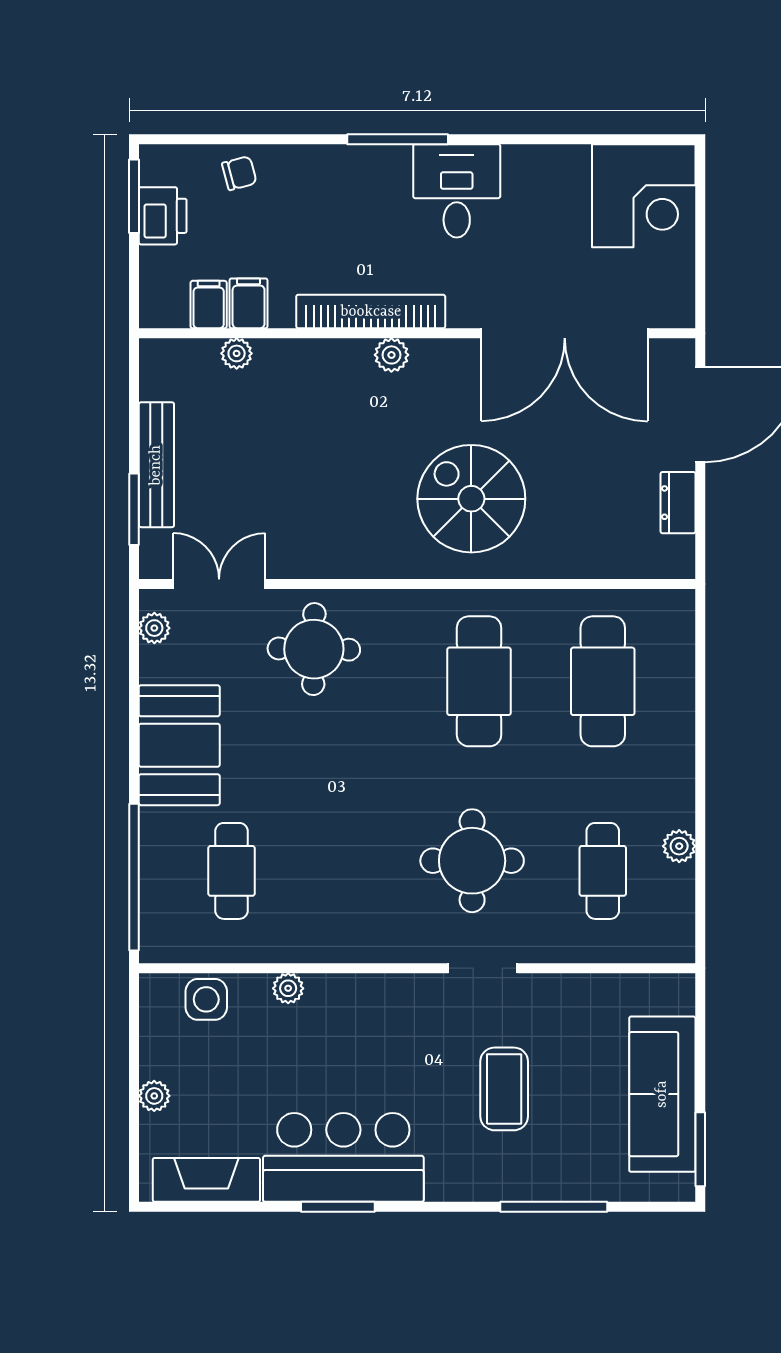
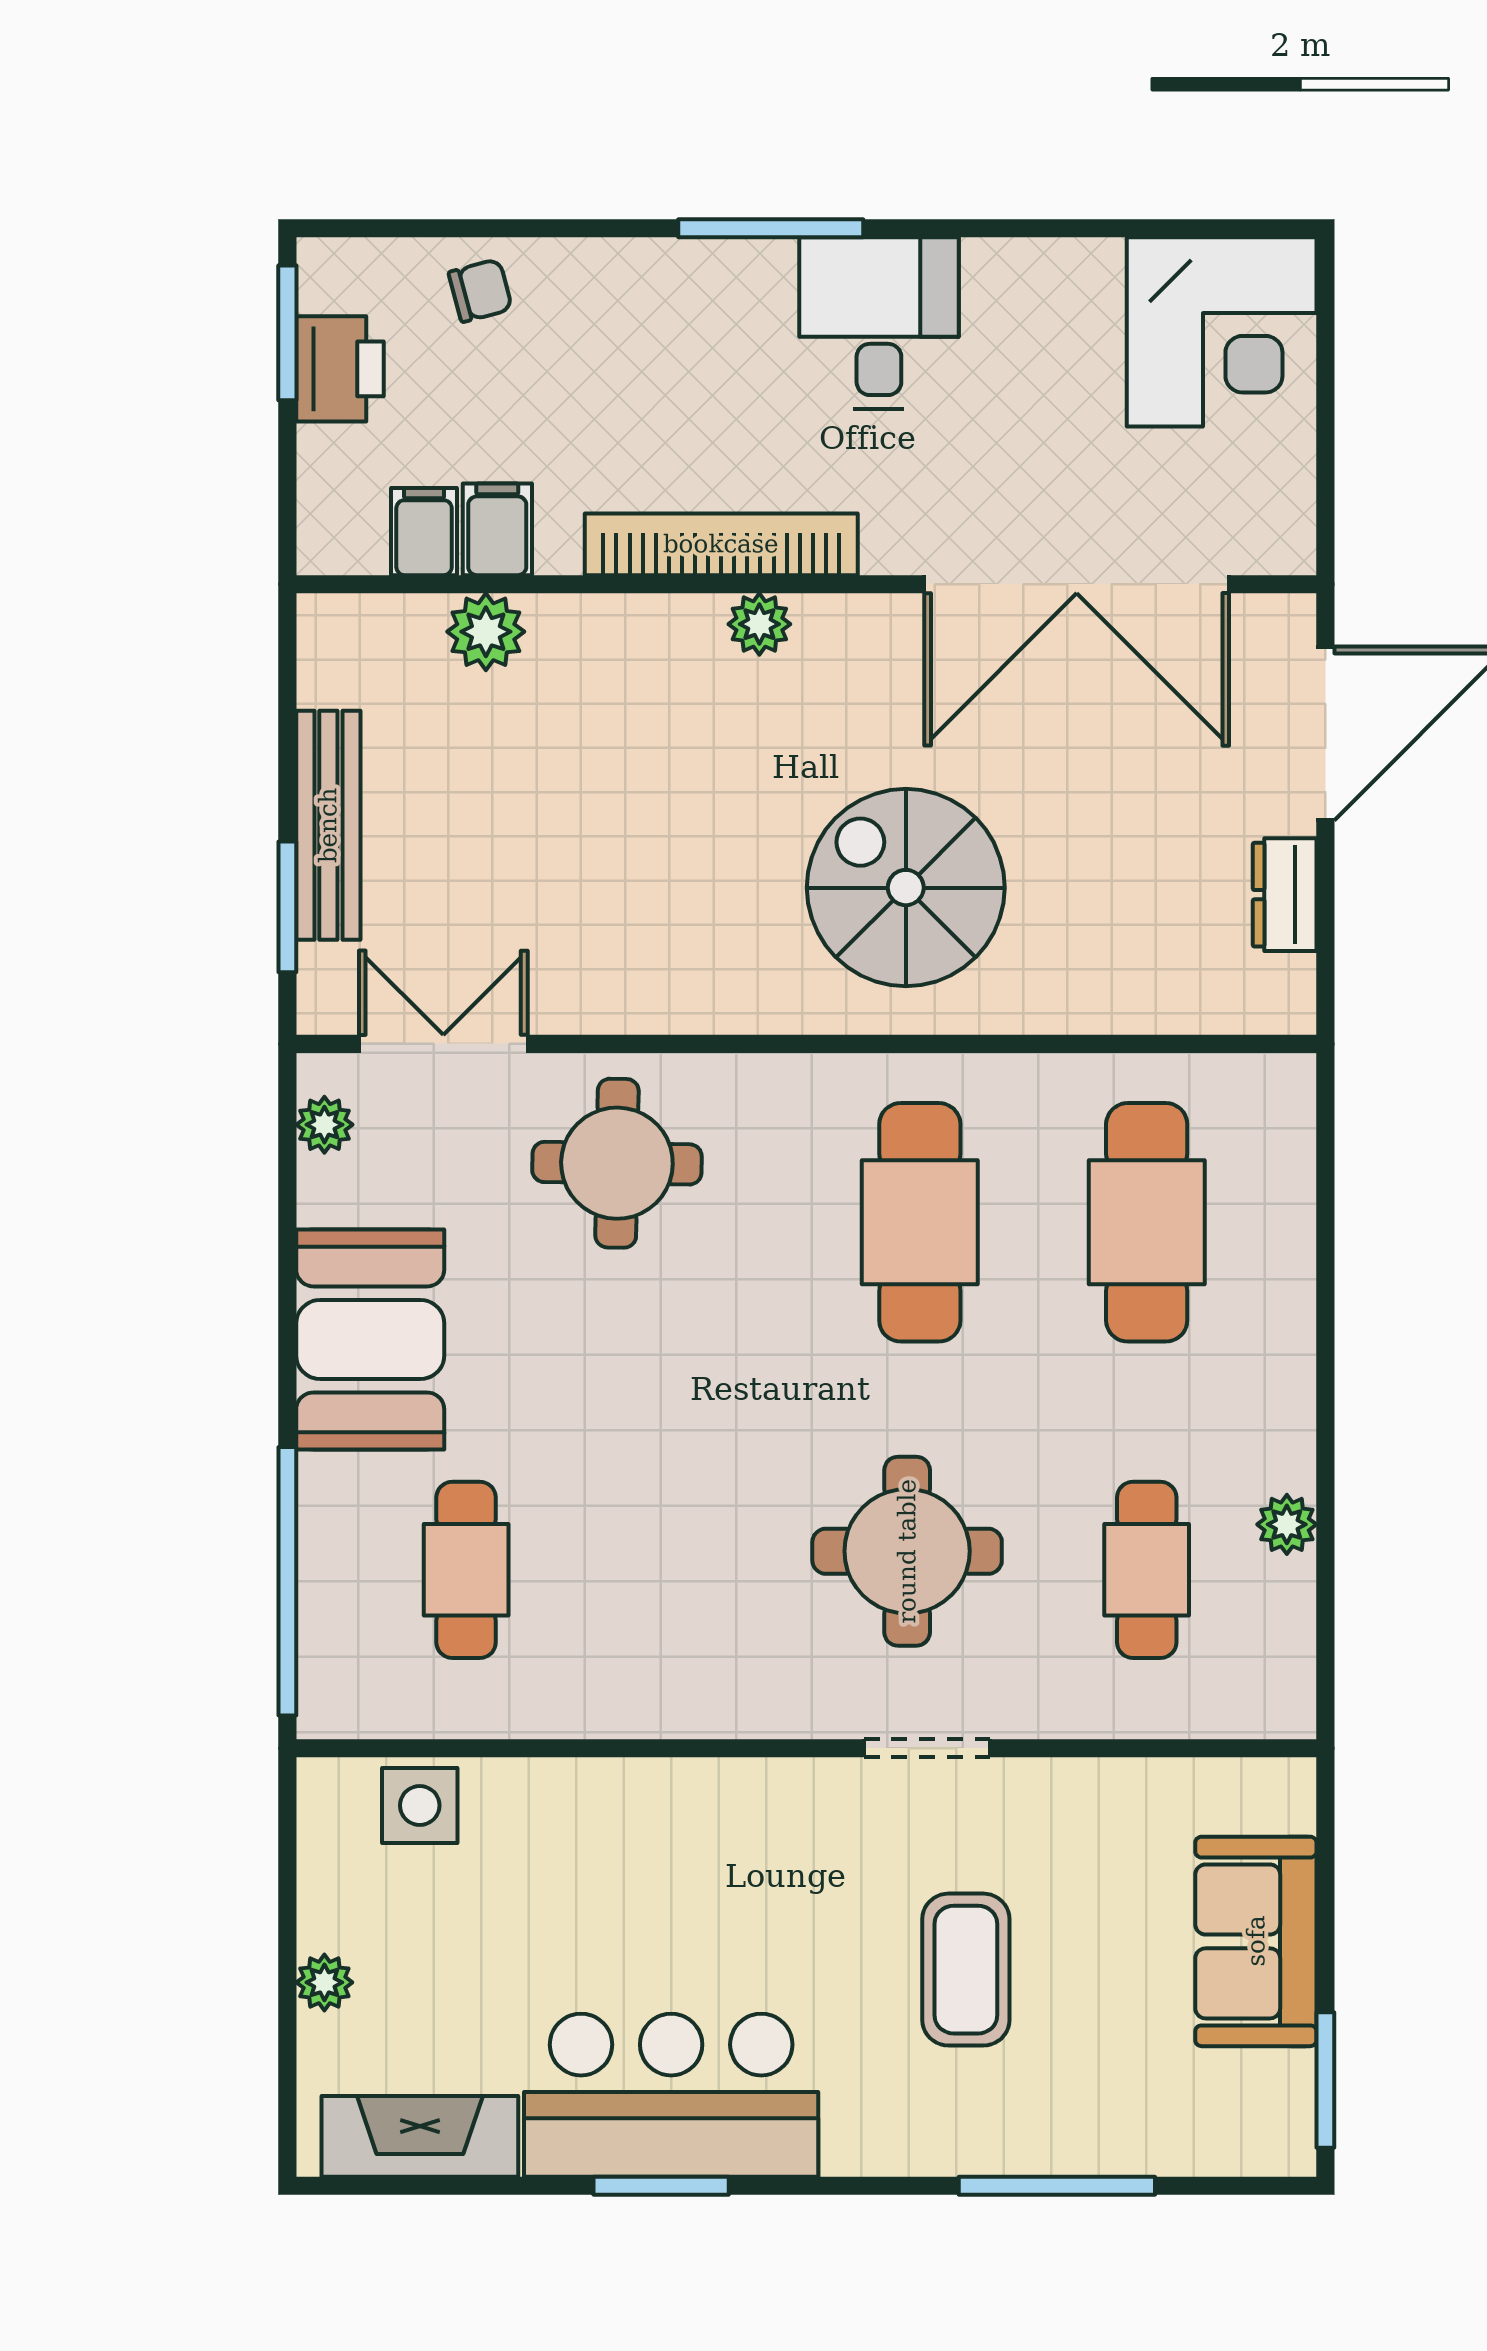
plant: (237, 353) -> (486, 632), width x1.38, depth x1.38
plant: (288, 988) -> (570, 1785), removed
sofa: (662, 1094) -> (1256, 1941), width x0.73

